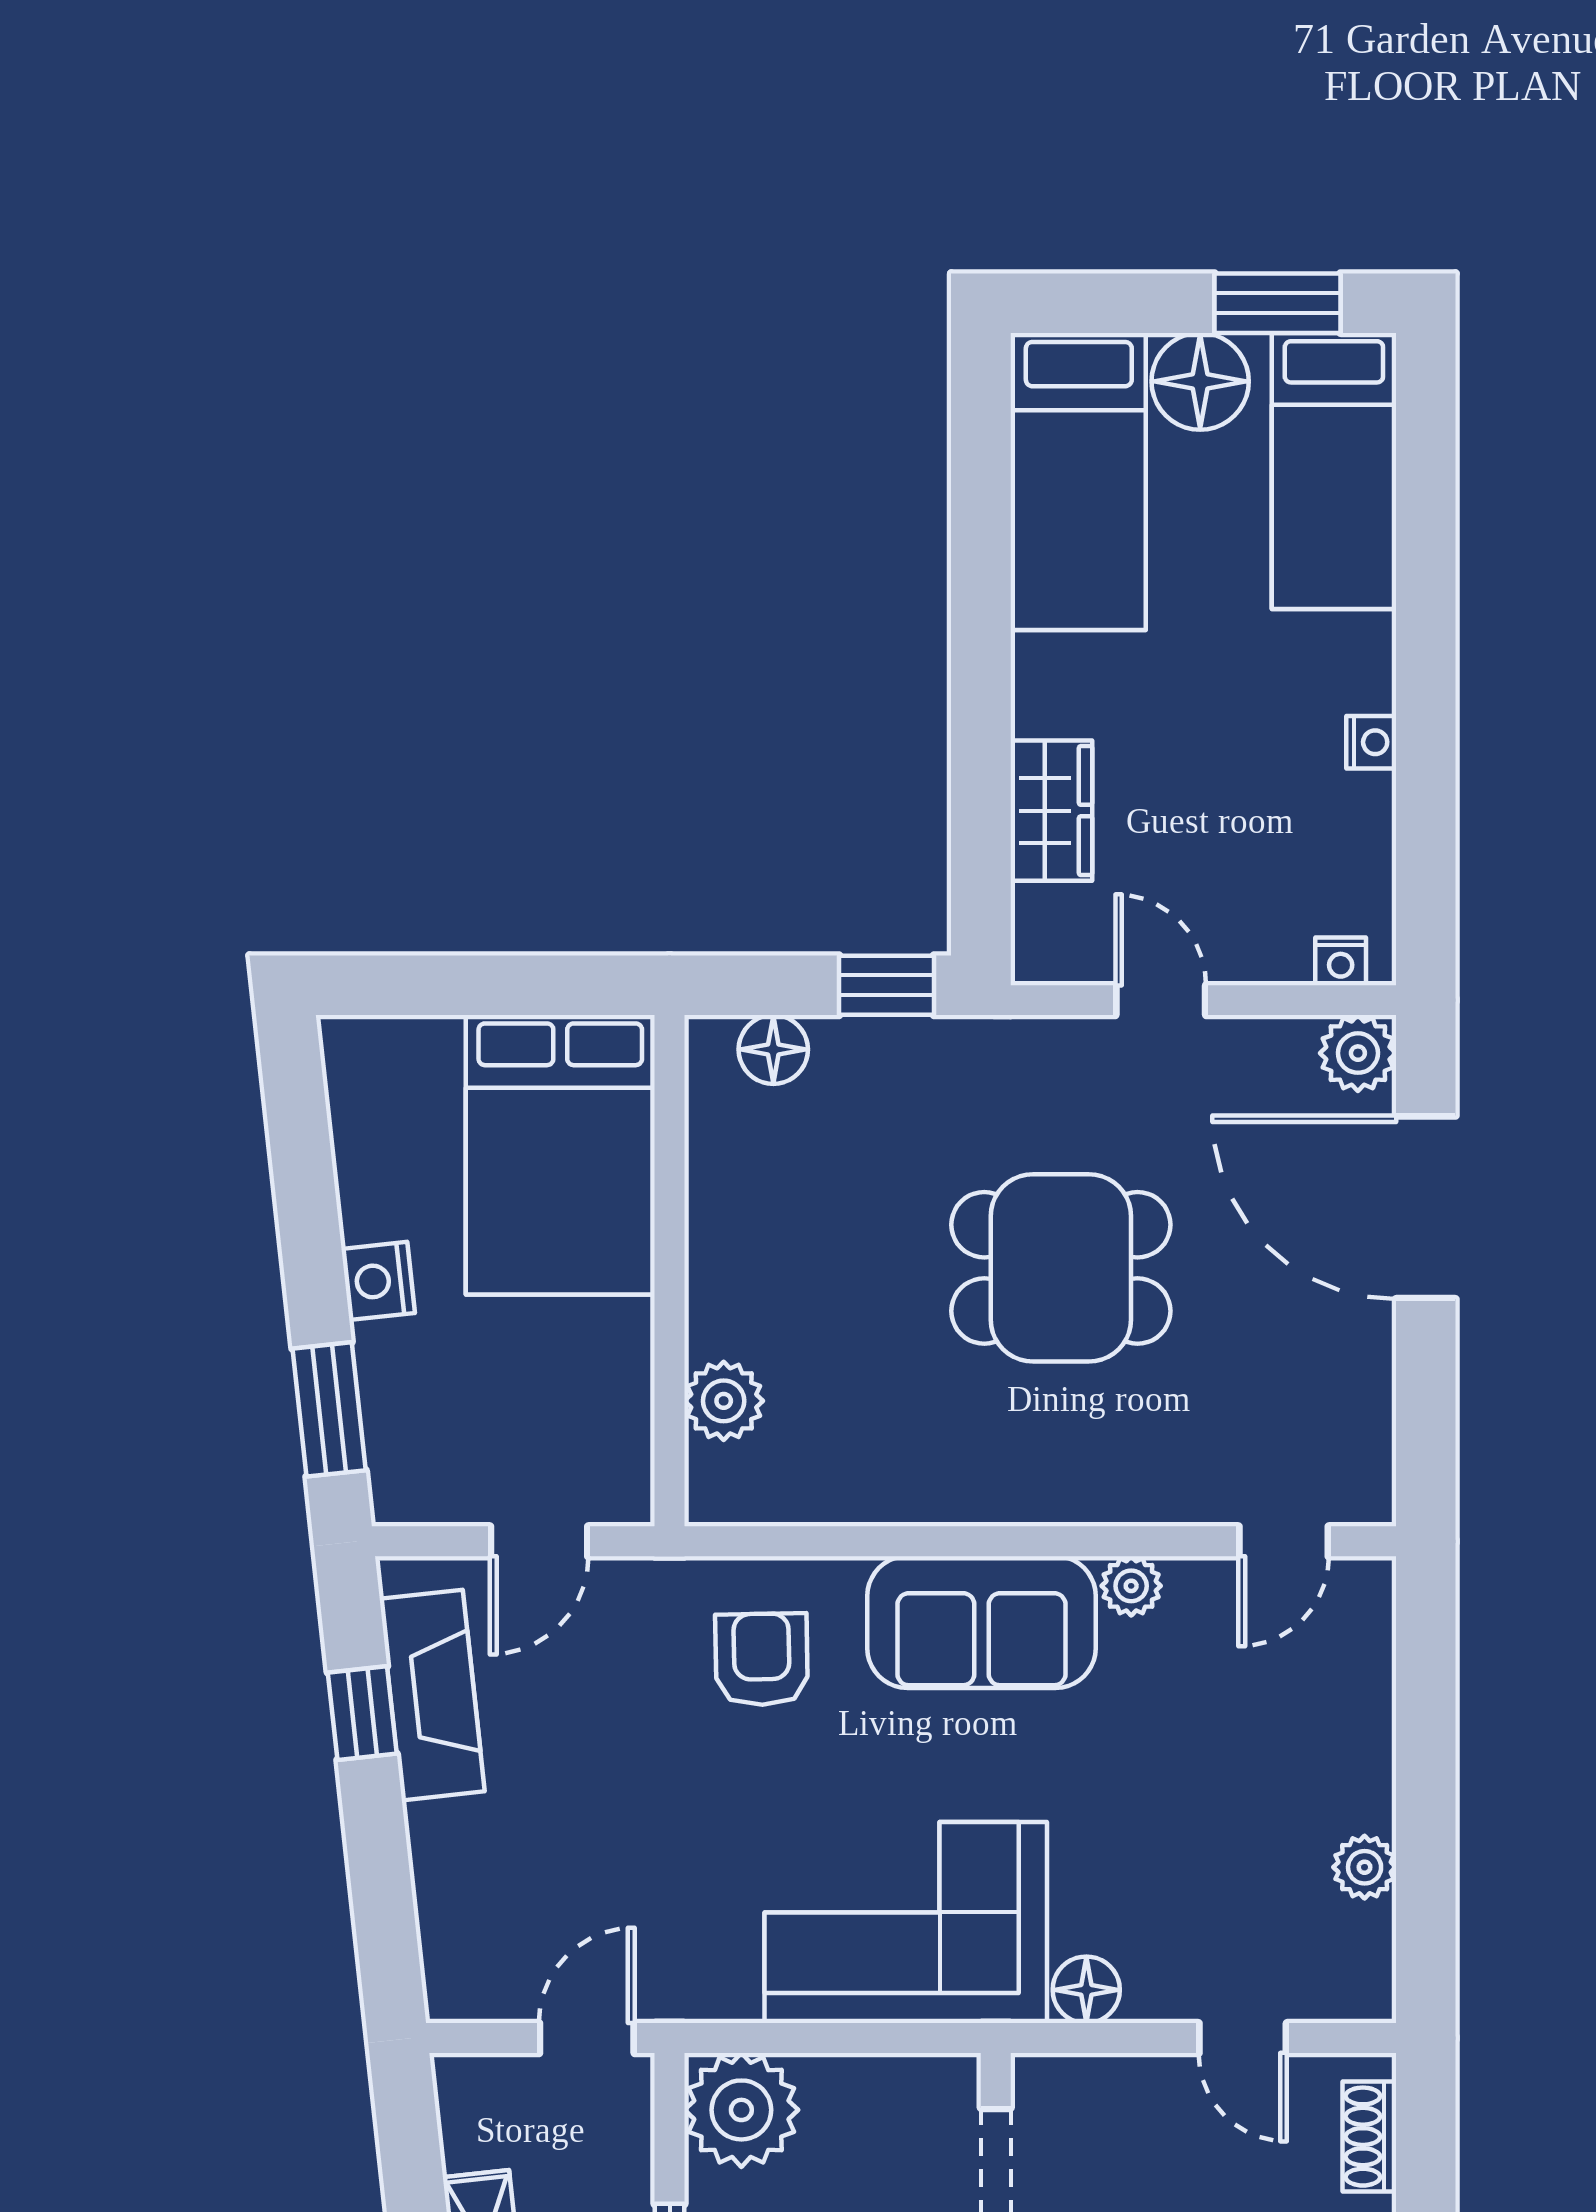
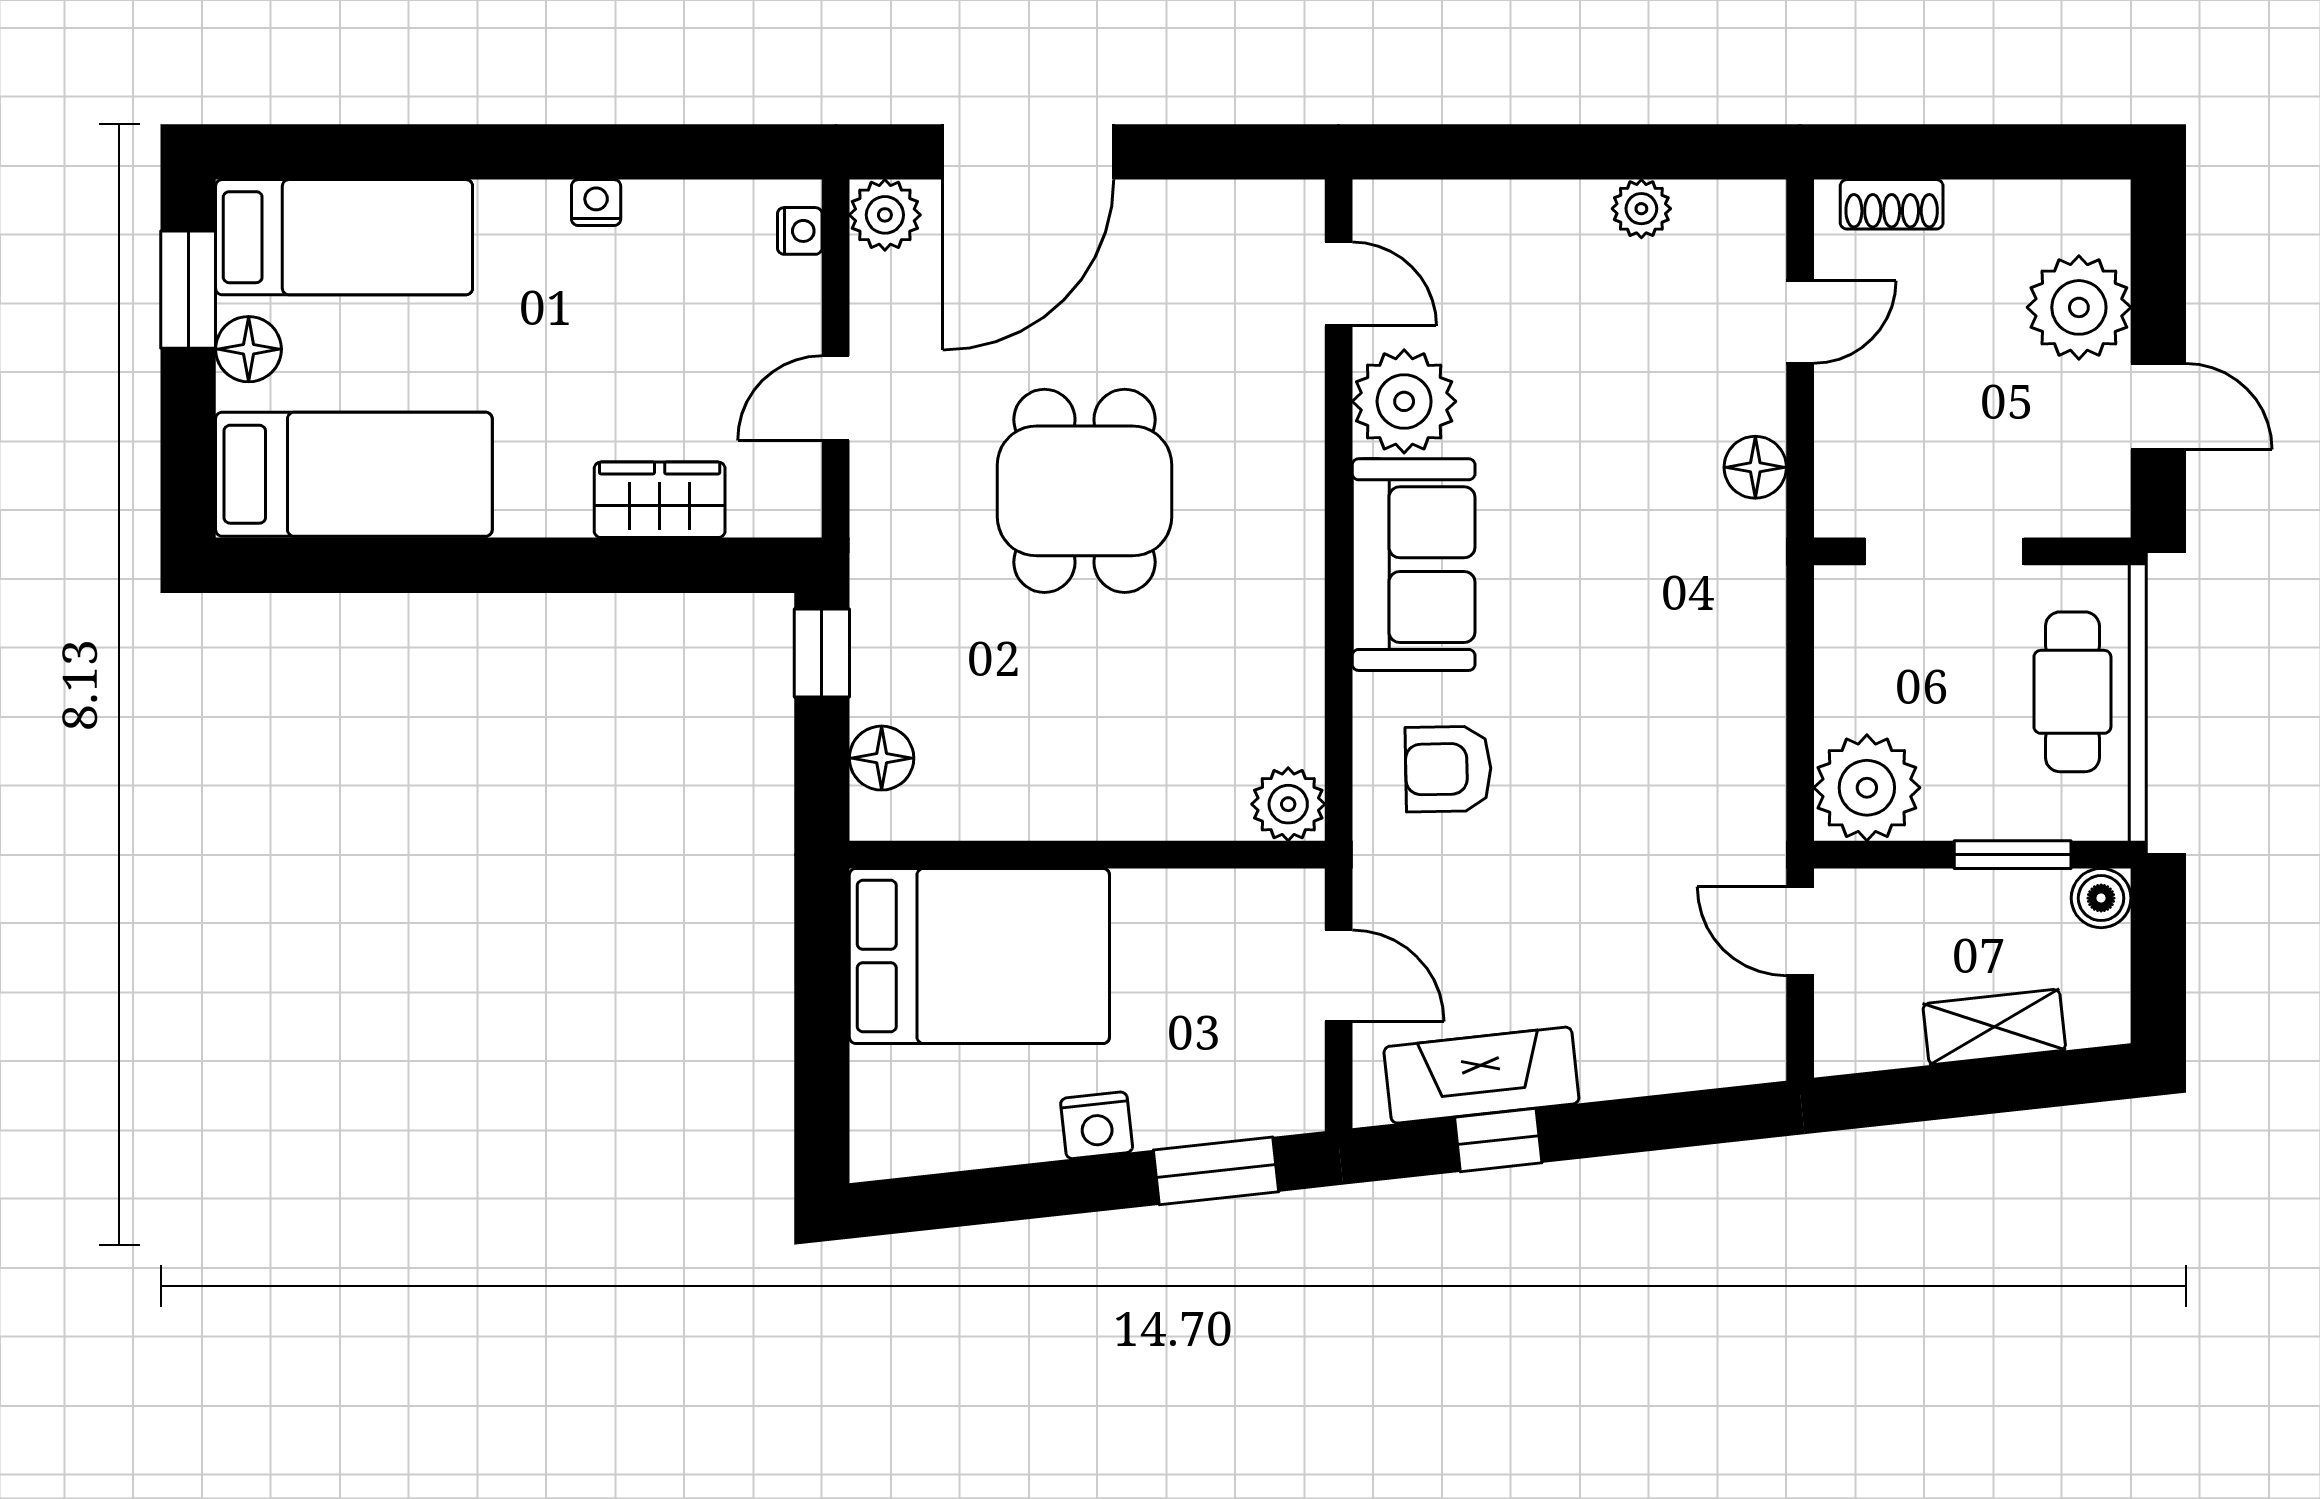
floor lamp: (1200, 381) -> (249, 349), width x0.73, depth x0.73
plant: (724, 1401) -> (1288, 804), moved
plant: (1131, 1586) -> (1404, 401), width x1.87, depth x1.87
corner sofa: (906, 1923) -> (1693, 635), removed

